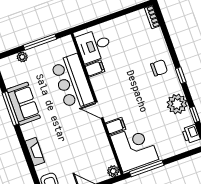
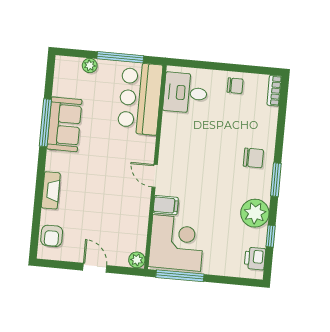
chair: (125, 26) -> (235, 86), added
filing cabinet: (95, 68) -> (173, 122), removed
window: (181, 75) -> (276, 180), width x1.50
bar counter: (72, 82) -> (140, 98), moved

